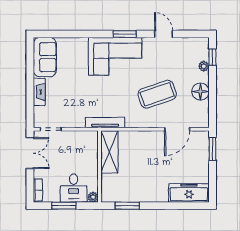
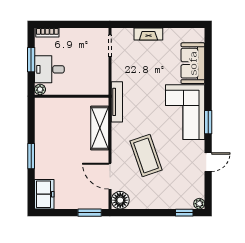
sofa: (45, 57) -> (193, 63), moved, turned 90
plant: (204, 66) -> (199, 204), moved
floor lamp: (200, 92) -> (120, 200), moved
shelving: (109, 152) -> (100, 128), moved, turned 90
double door: (30, 153) -> (85, 24), removed
freezer: (189, 193) -> (44, 194), width x0.71
window: (127, 206) -> (31, 156), moved

